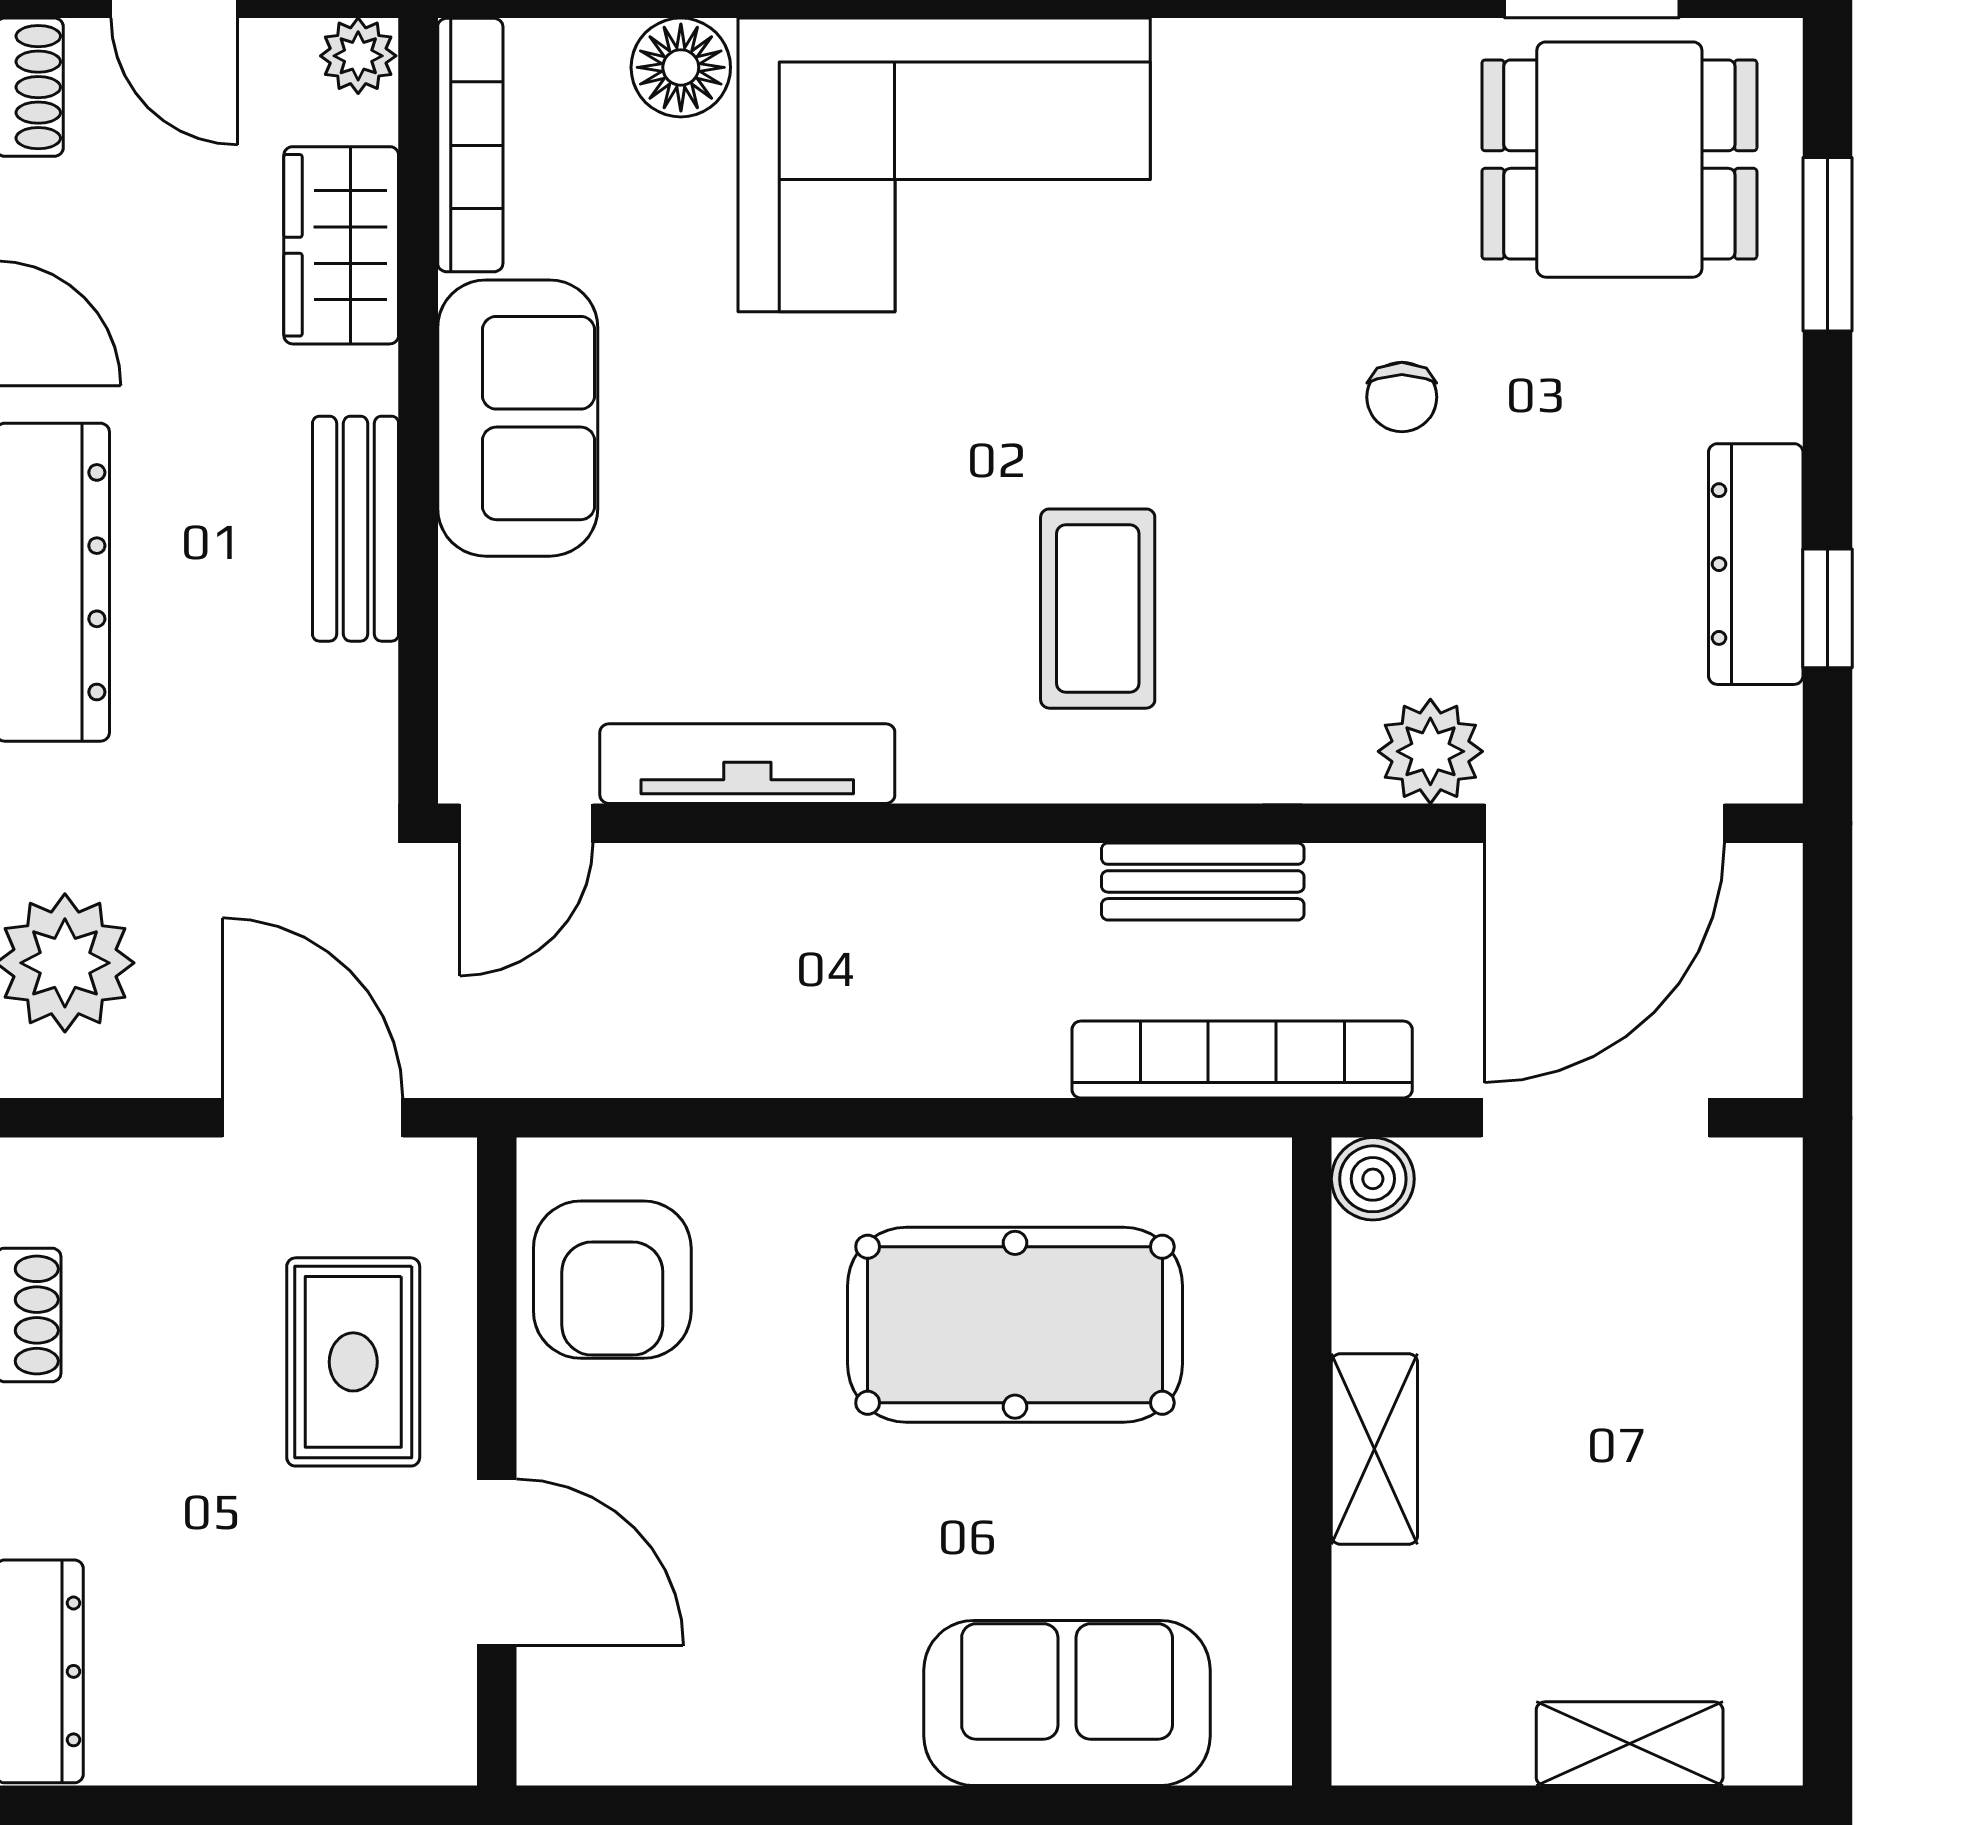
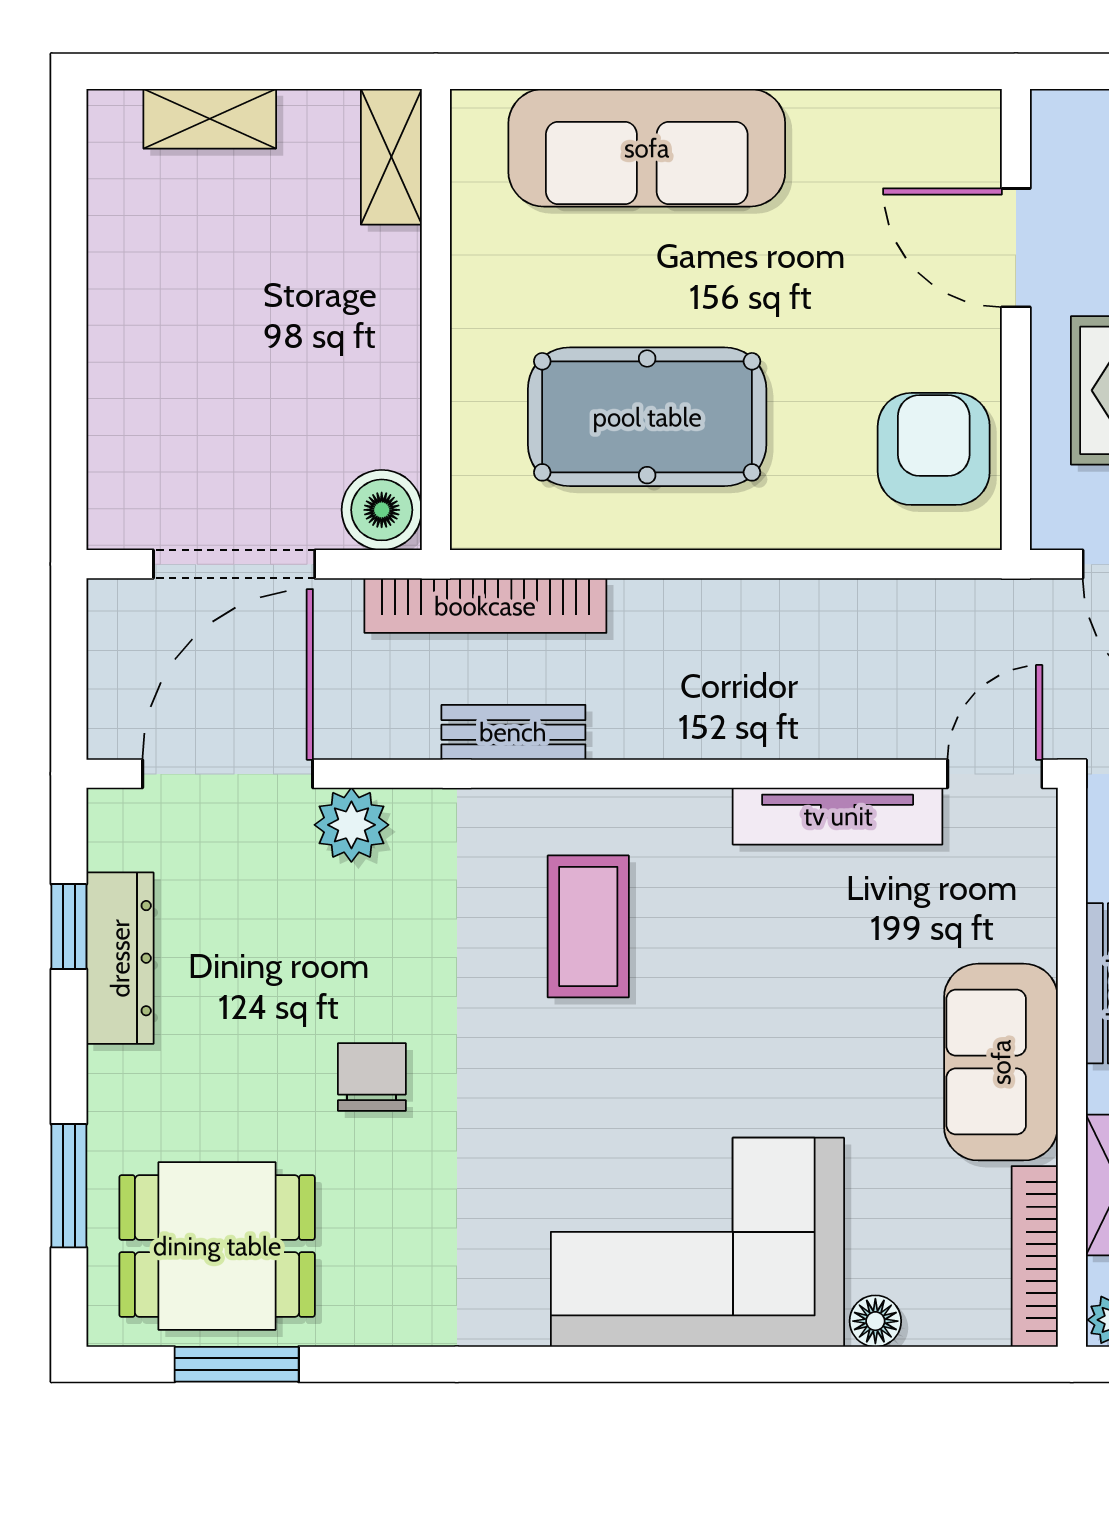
floor lamp: (681, 67) -> (875, 1321), width x0.73, depth x0.73
chair: (1402, 397) -> (372, 1077), width x1.37, depth x1.37
boiler: (1373, 1179) -> (382, 510), width x1.36, depth x1.36
shelving: (1374, 1449) -> (391, 157), moved
sofa: (1067, 1703) -> (647, 148), width x1.36

